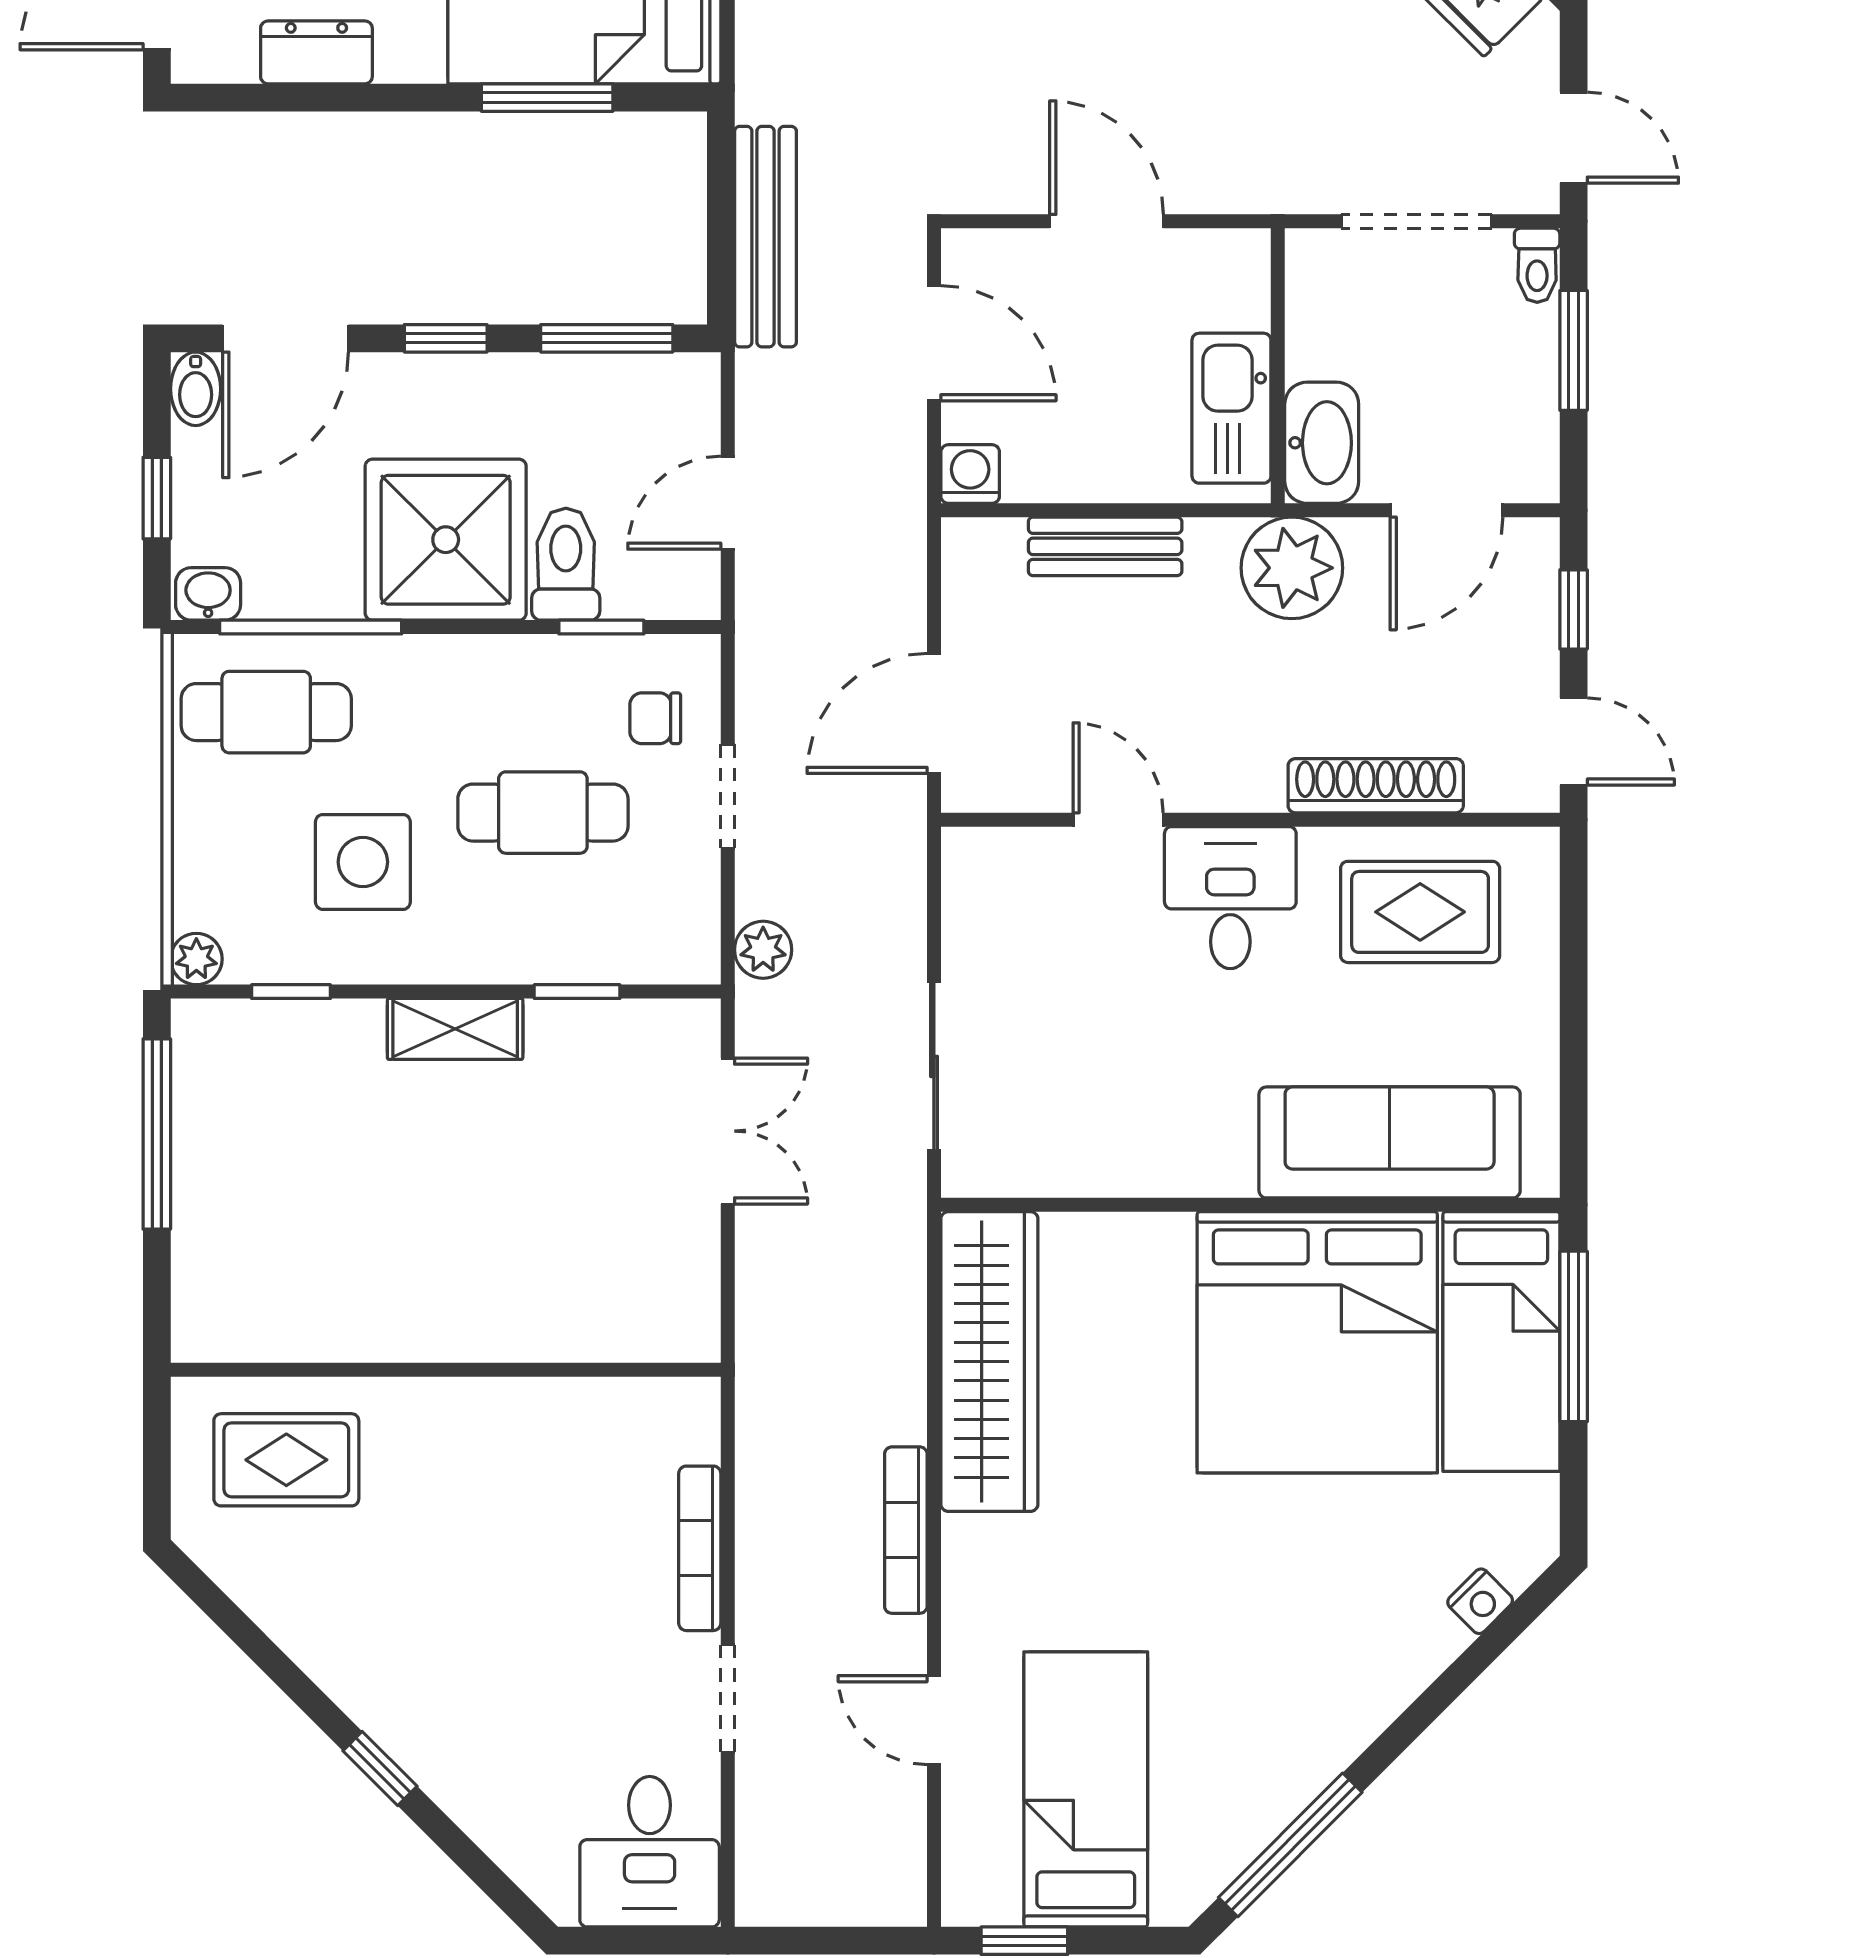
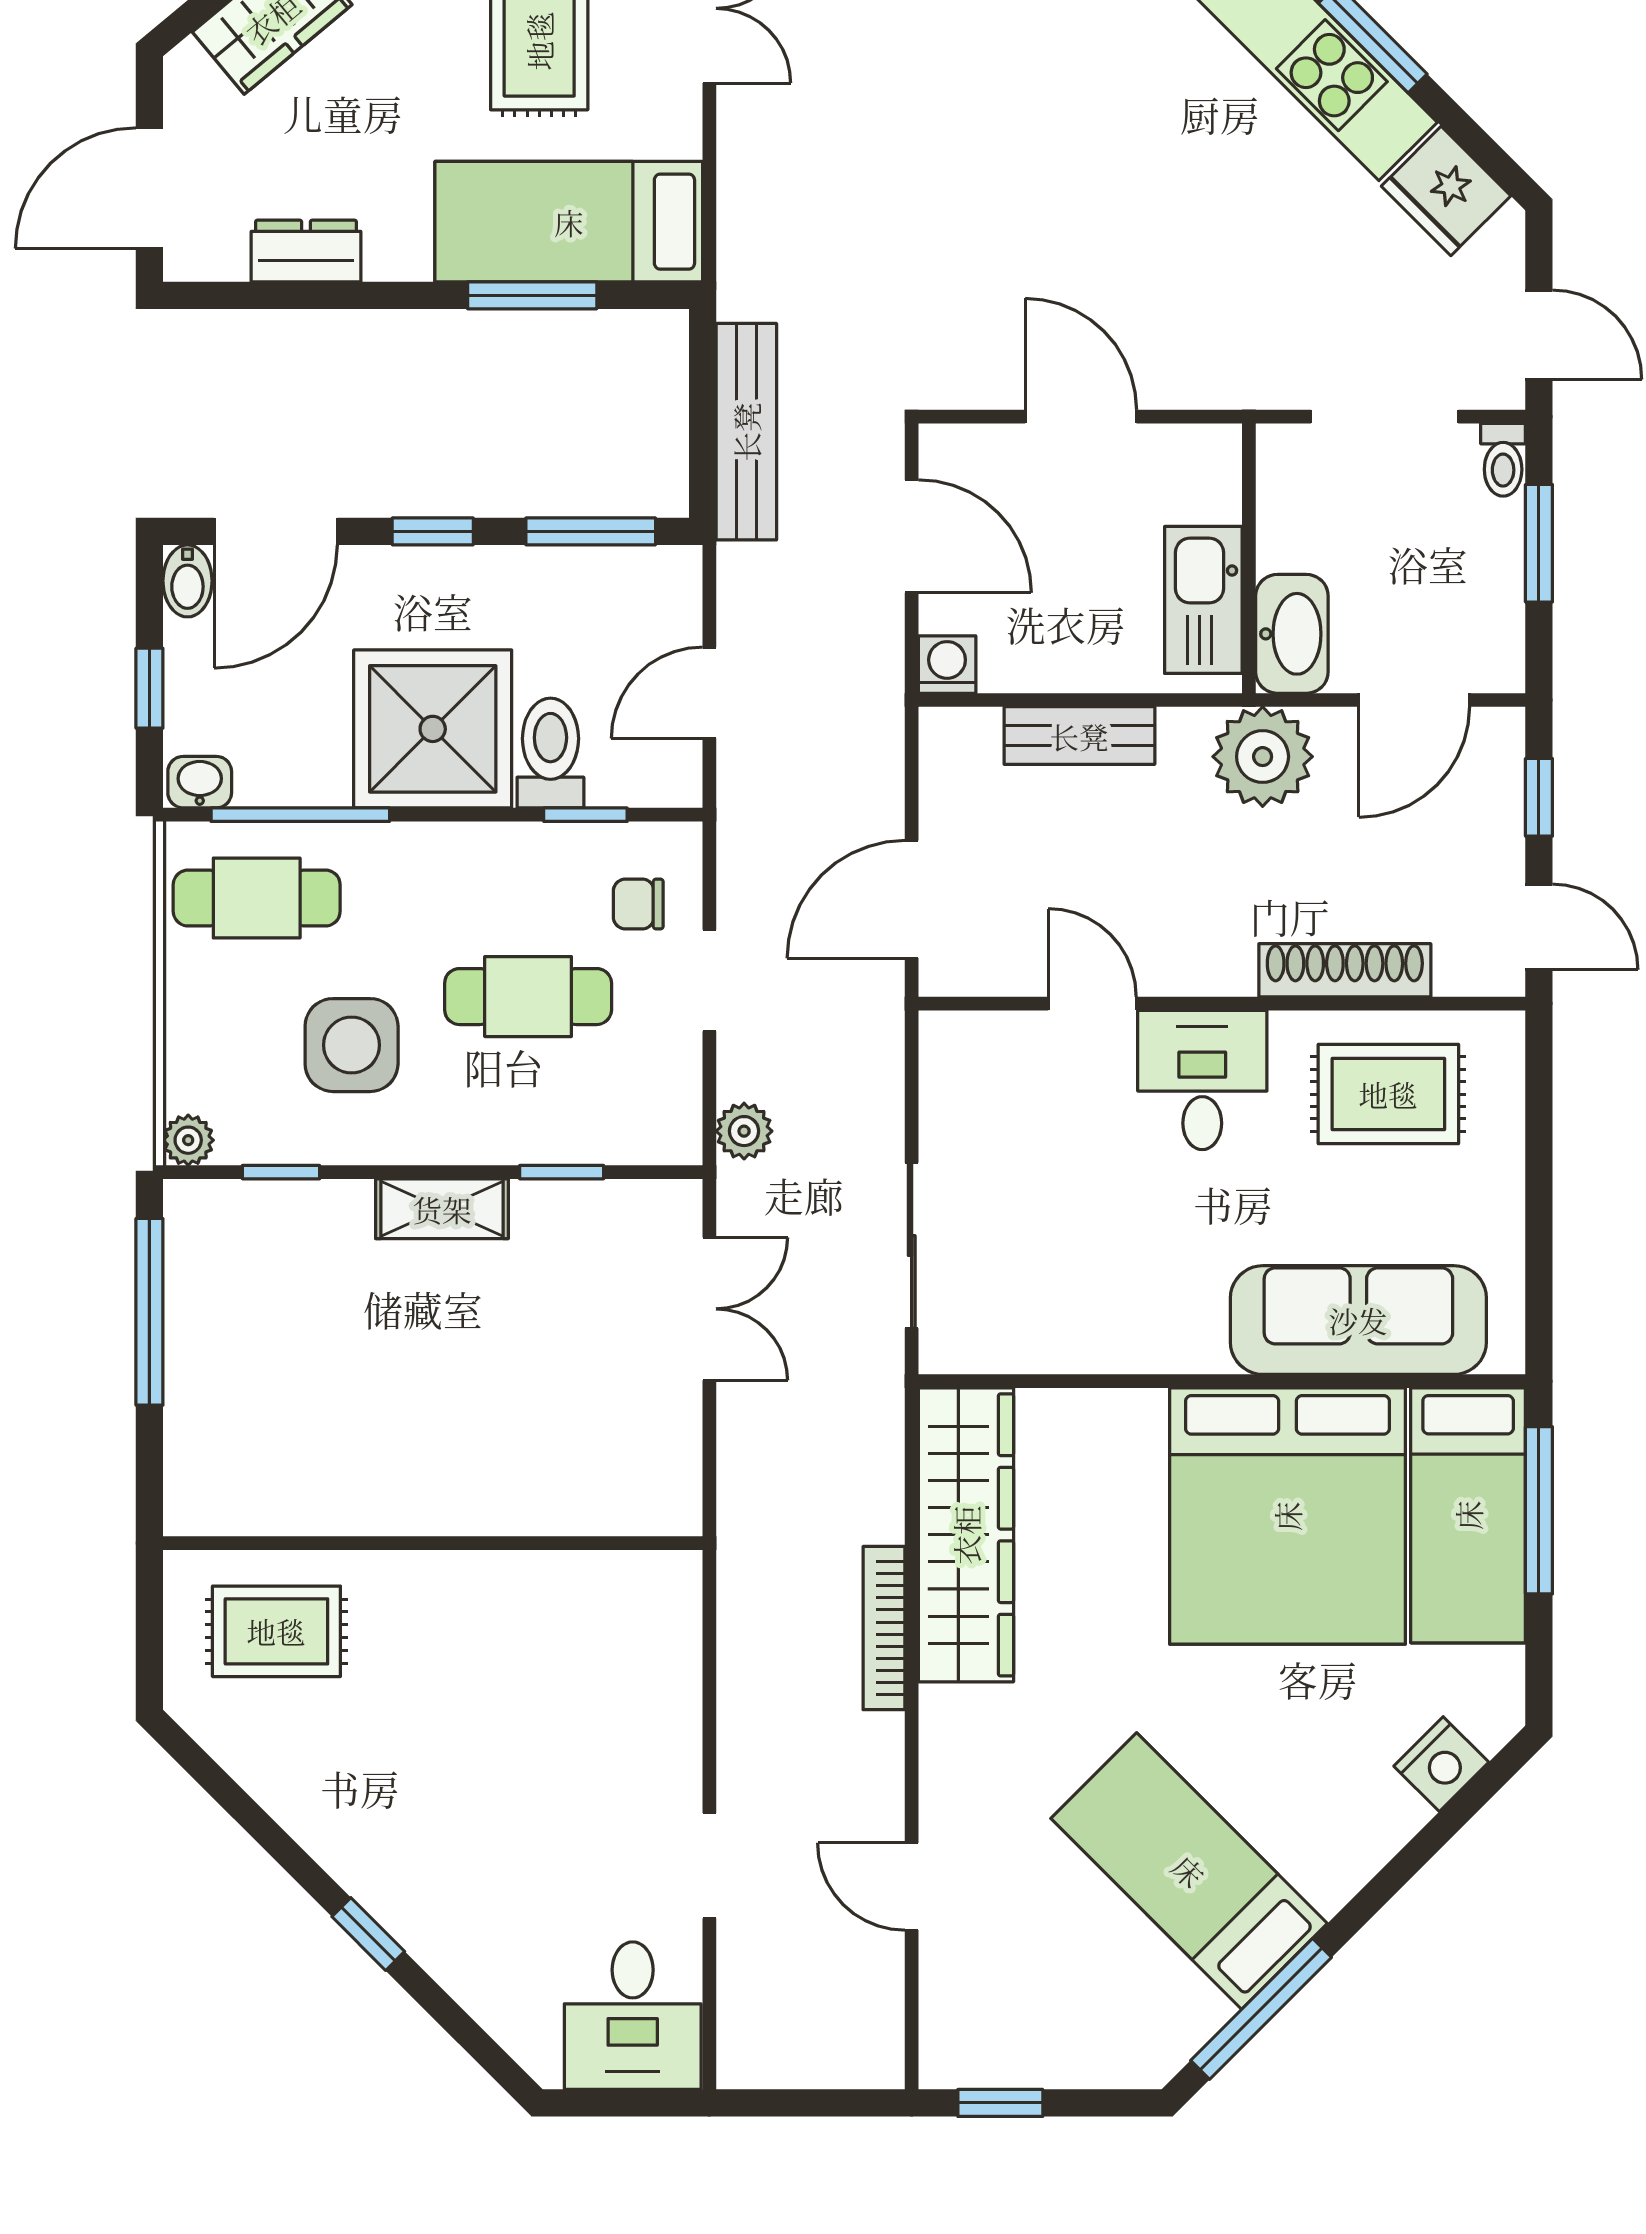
bookcase: (906, 1530) -> (884, 1628), moved
bookcase: (700, 1548) -> (682, 1718), removed
nightstand: (1480, 1601) -> (1441, 1764), width x1.39, depth x1.35
bed: (1086, 1789) -> (1189, 1871), moved, turned -45

